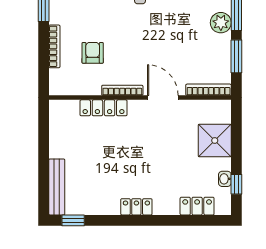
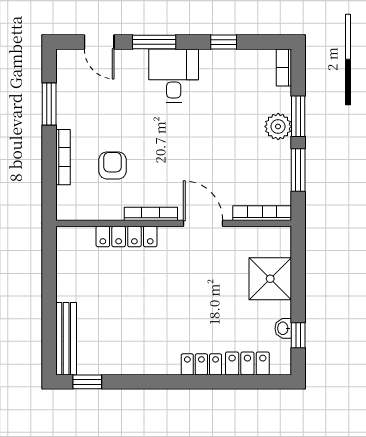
locker: (136, 207) -> (201, 364), moved

